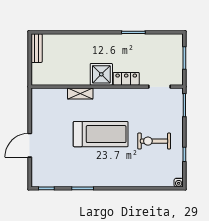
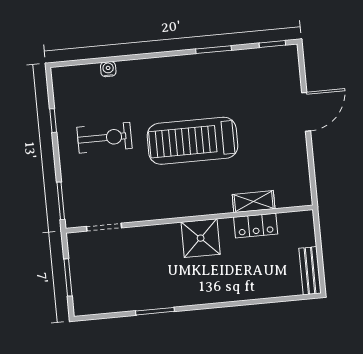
locker: (126, 79) -> (256, 226), moved
shelving: (80, 94) -> (254, 202), moved
water cooler: (179, 183) -> (108, 69), moved

